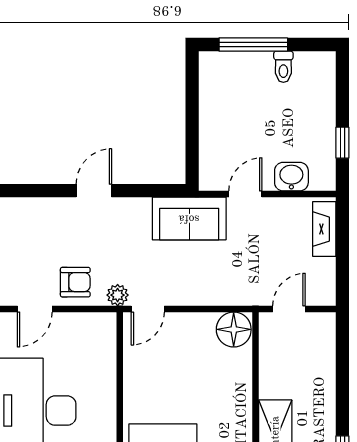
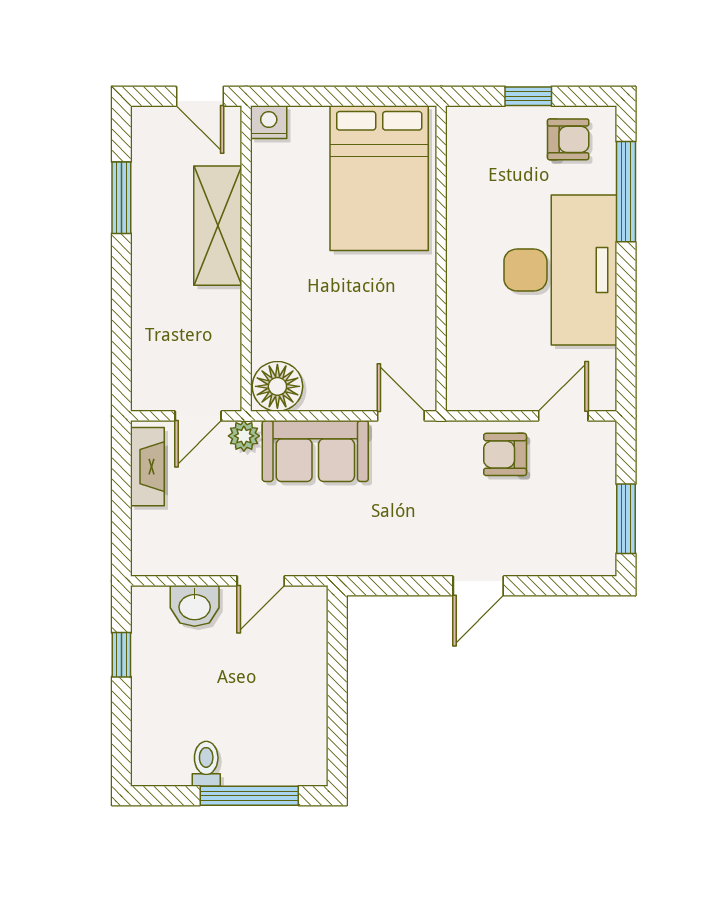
sofa: (189, 219) -> (315, 451), moved, turned 180
fireplace: (324, 229) -> (147, 467), moved
plant: (118, 295) -> (244, 436), moved
door: (148, 309) -> (401, 416), hinge flipped

